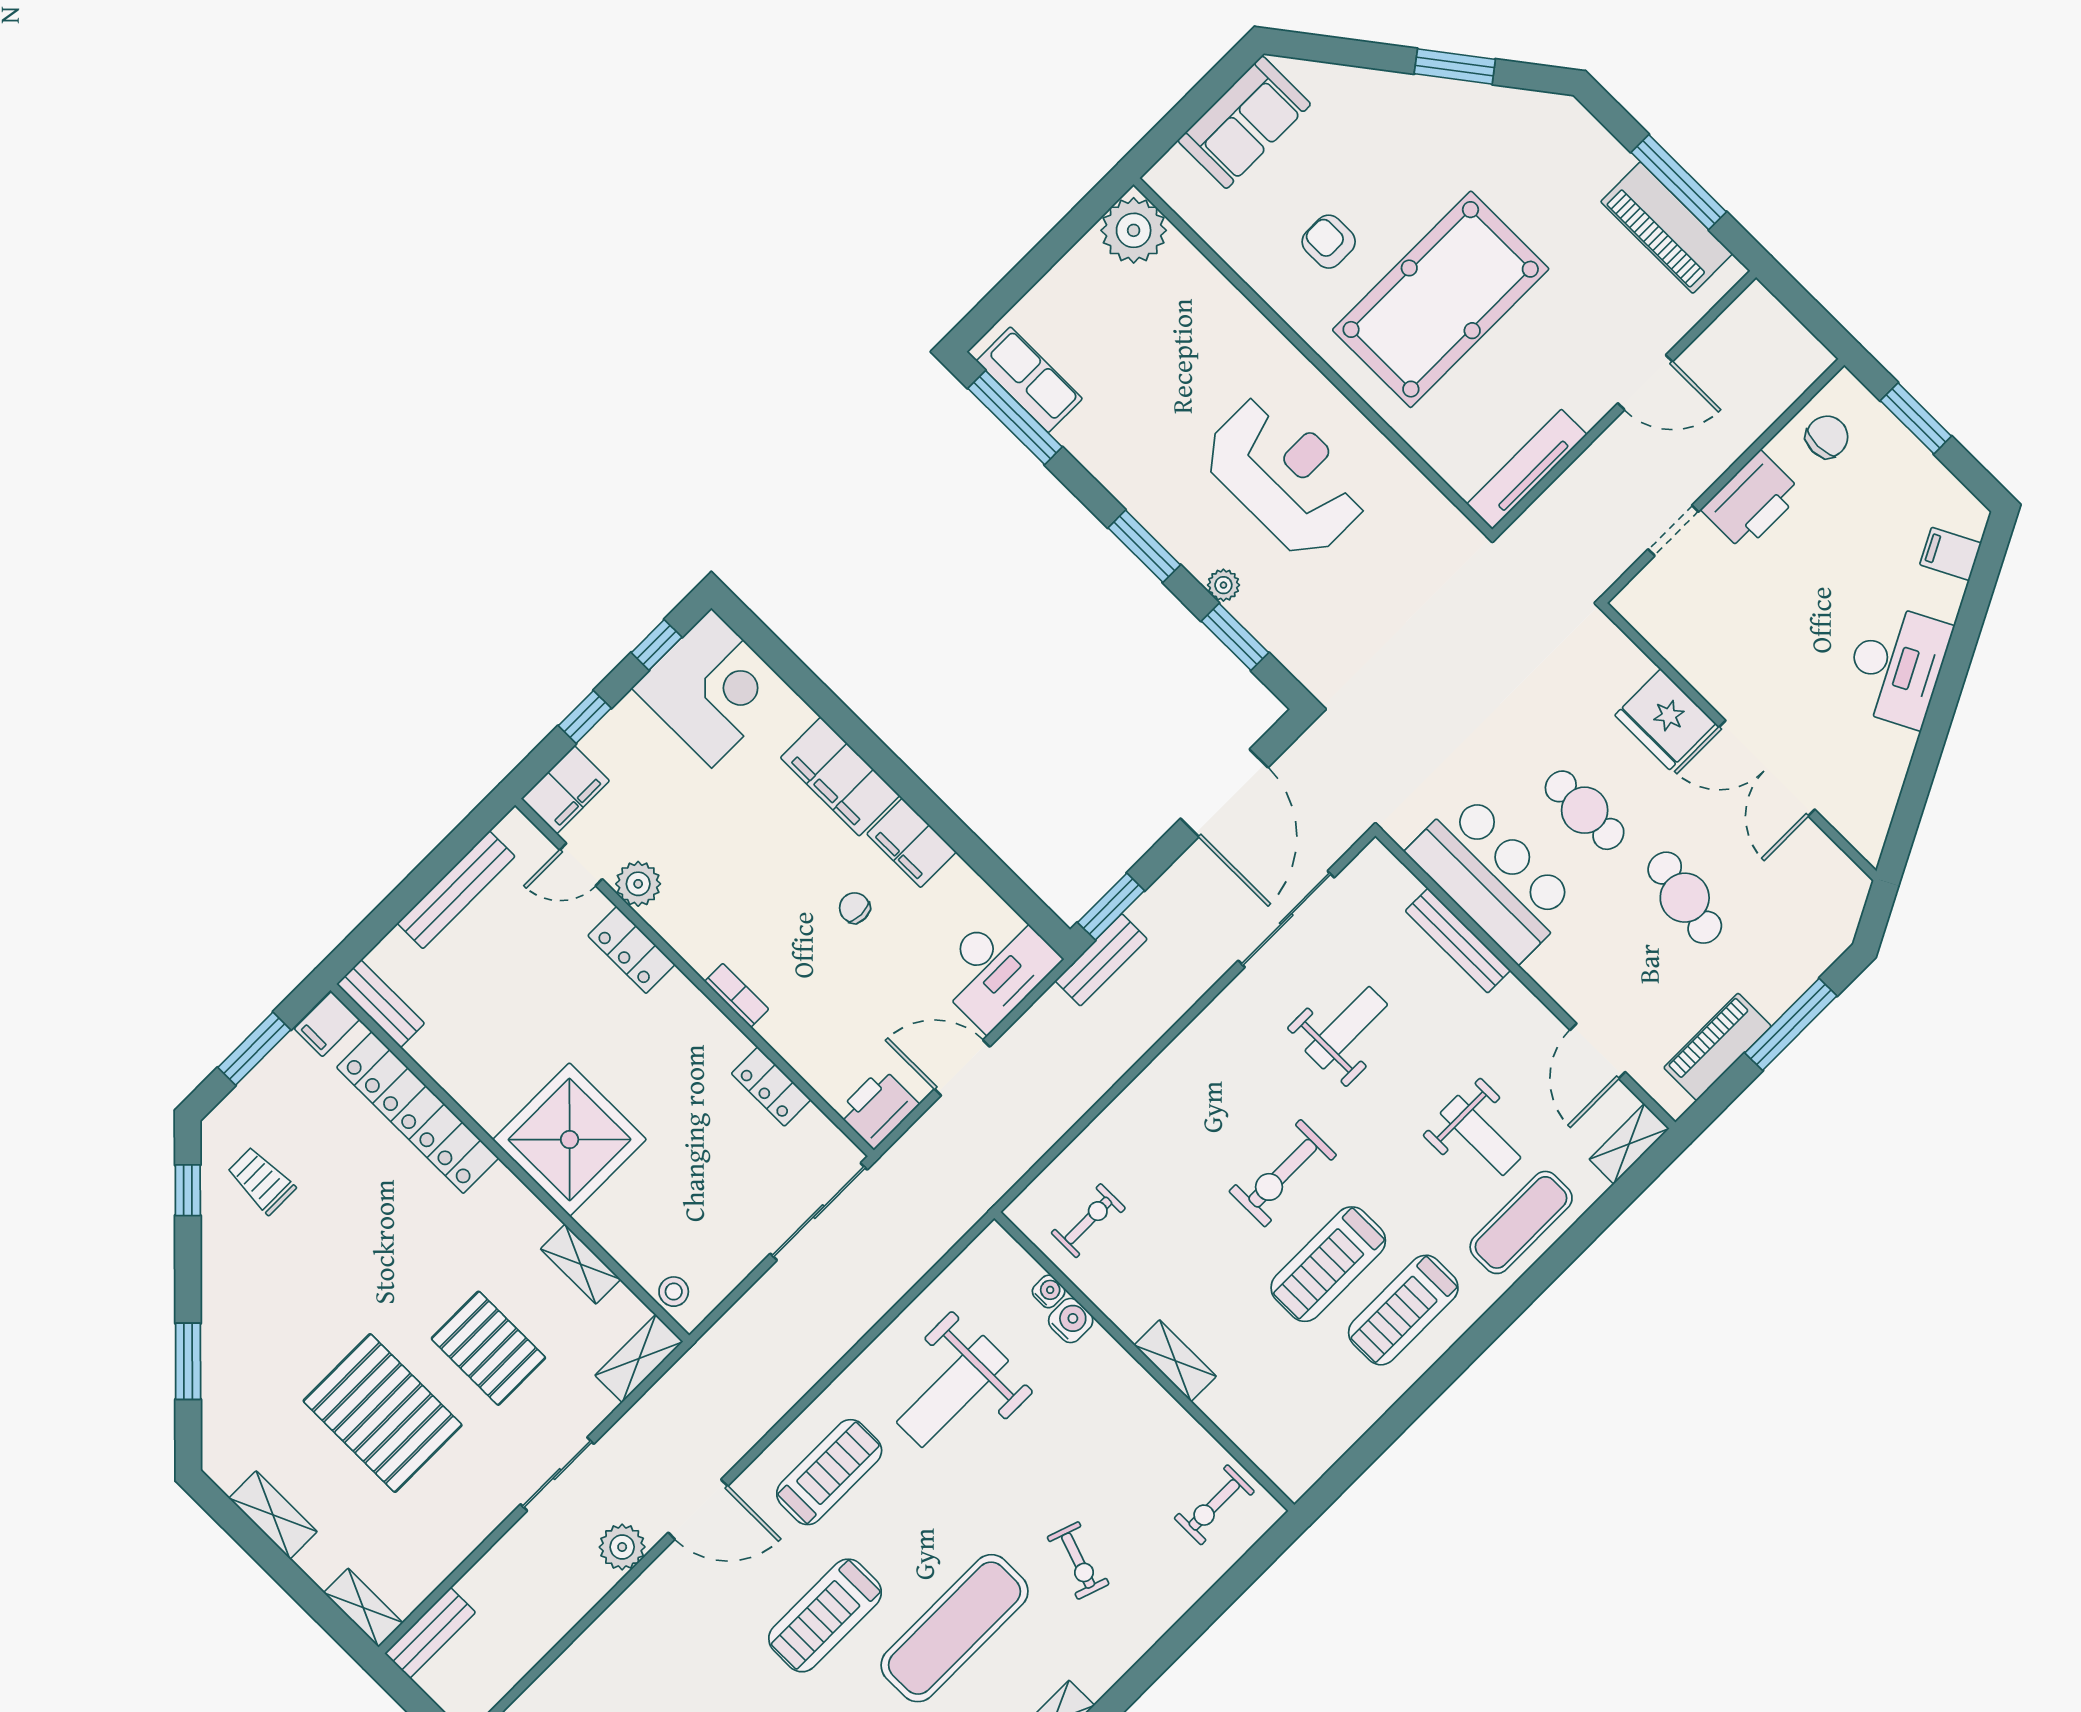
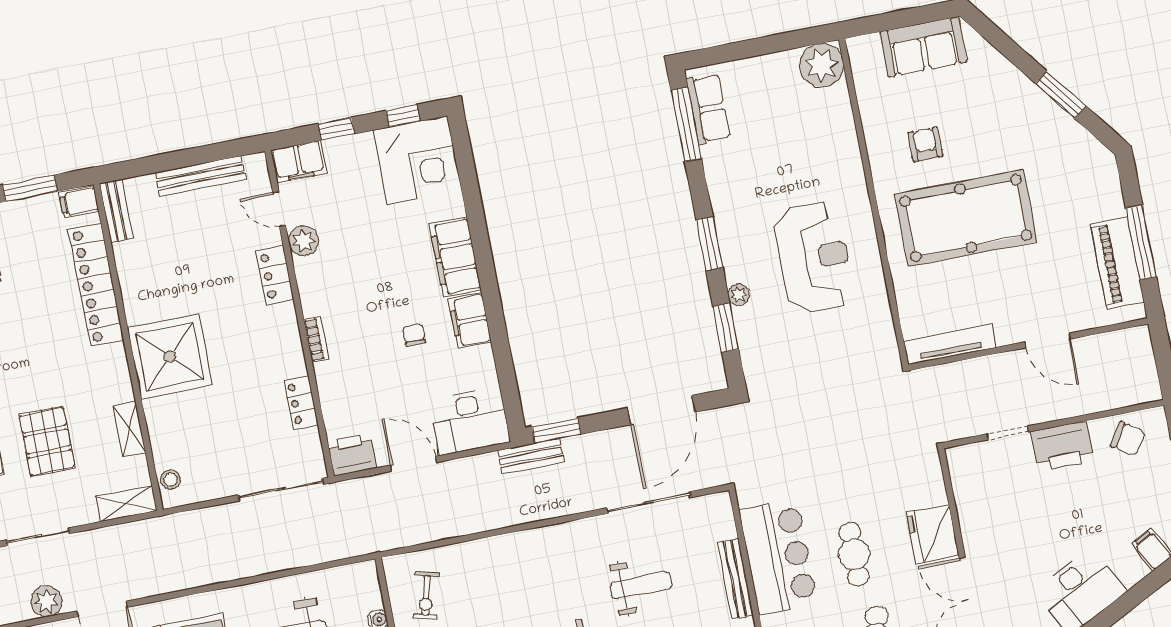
chair: (1827, 437) -> (1128, 439), turned 33
exercise bike: (1088, 1221) -> (426, 595), turned 104

